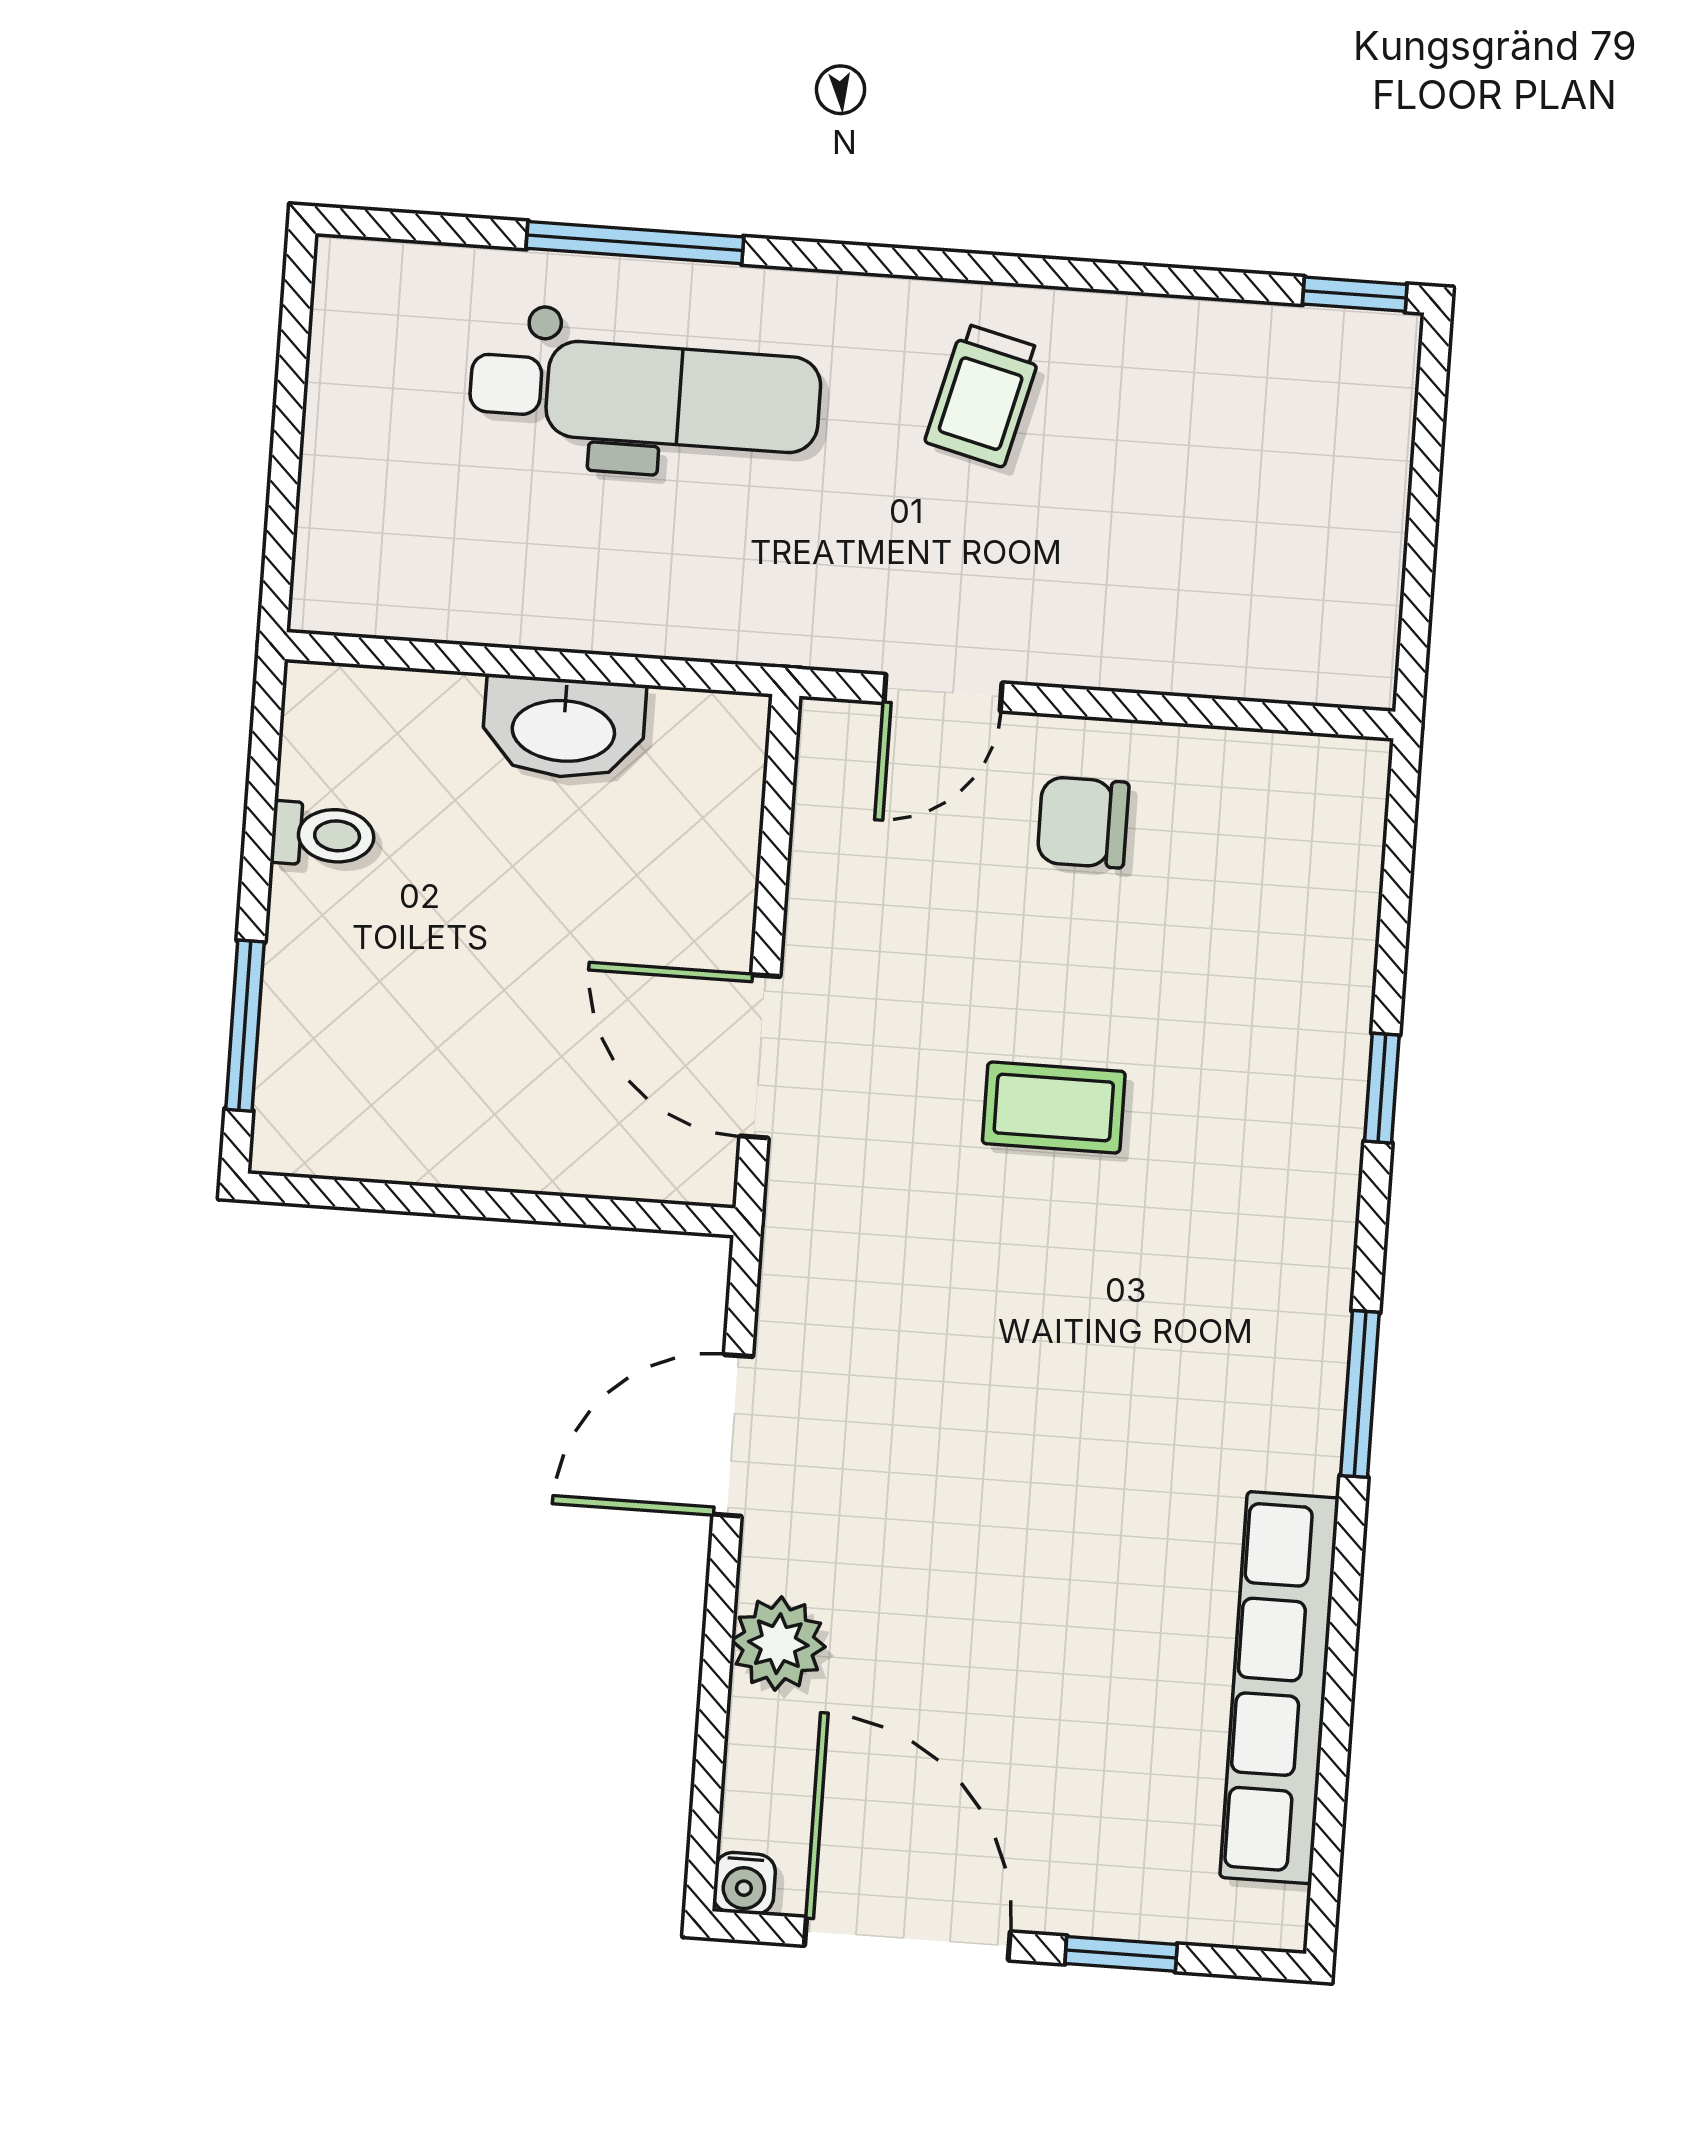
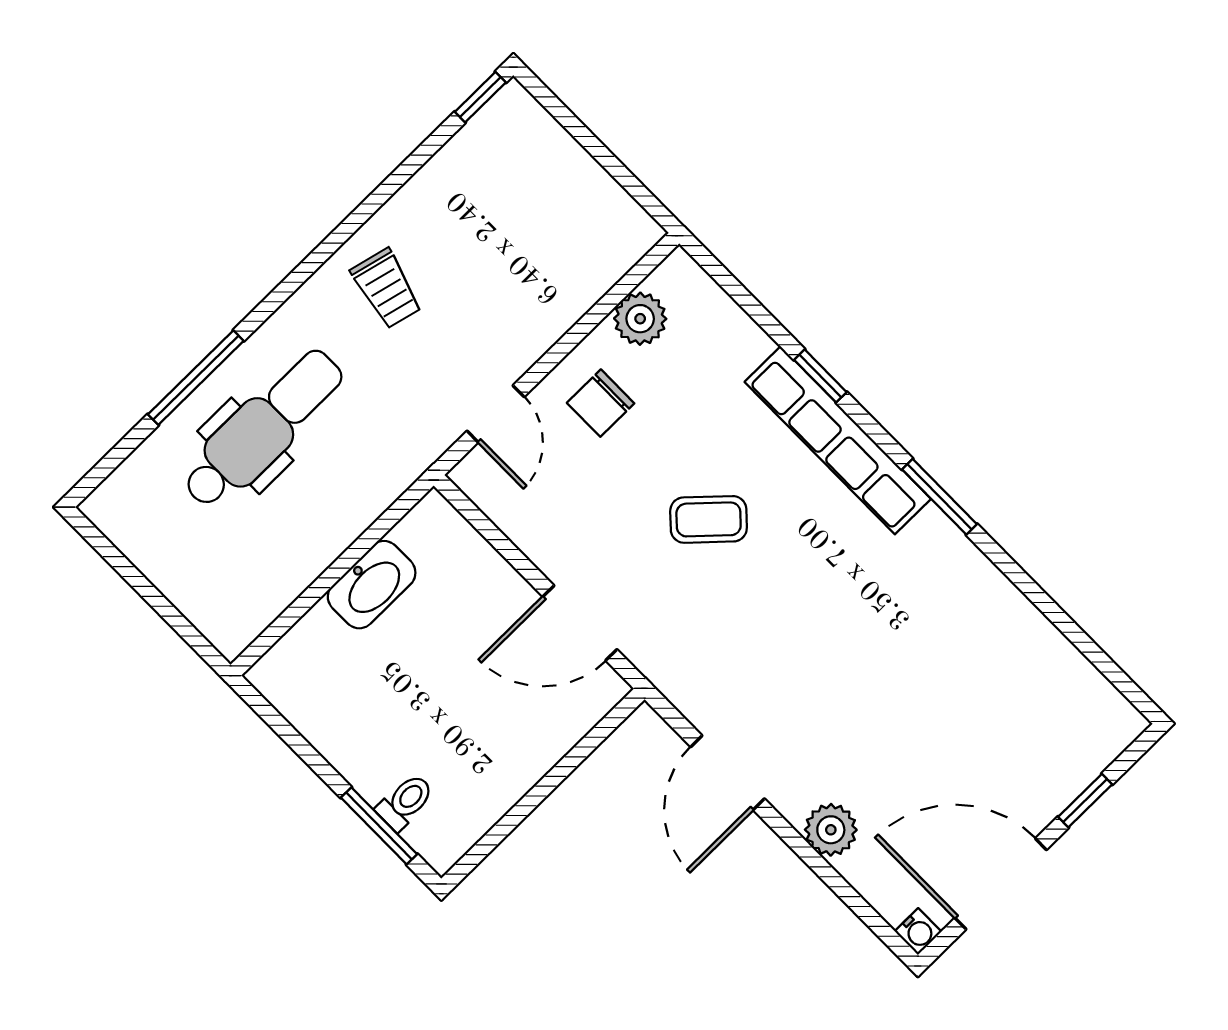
plant: (1245, 775) -> (640, 319), added
toilet: (323, 835) -> (405, 802), moved
coffee table: (1054, 1108) -> (709, 519), turned 43
row of seats: (1279, 1688) -> (838, 440), moved

